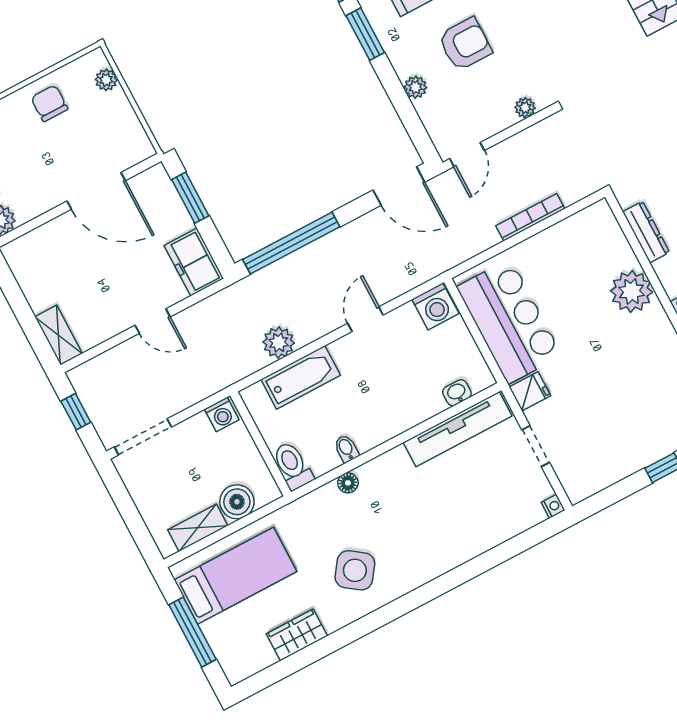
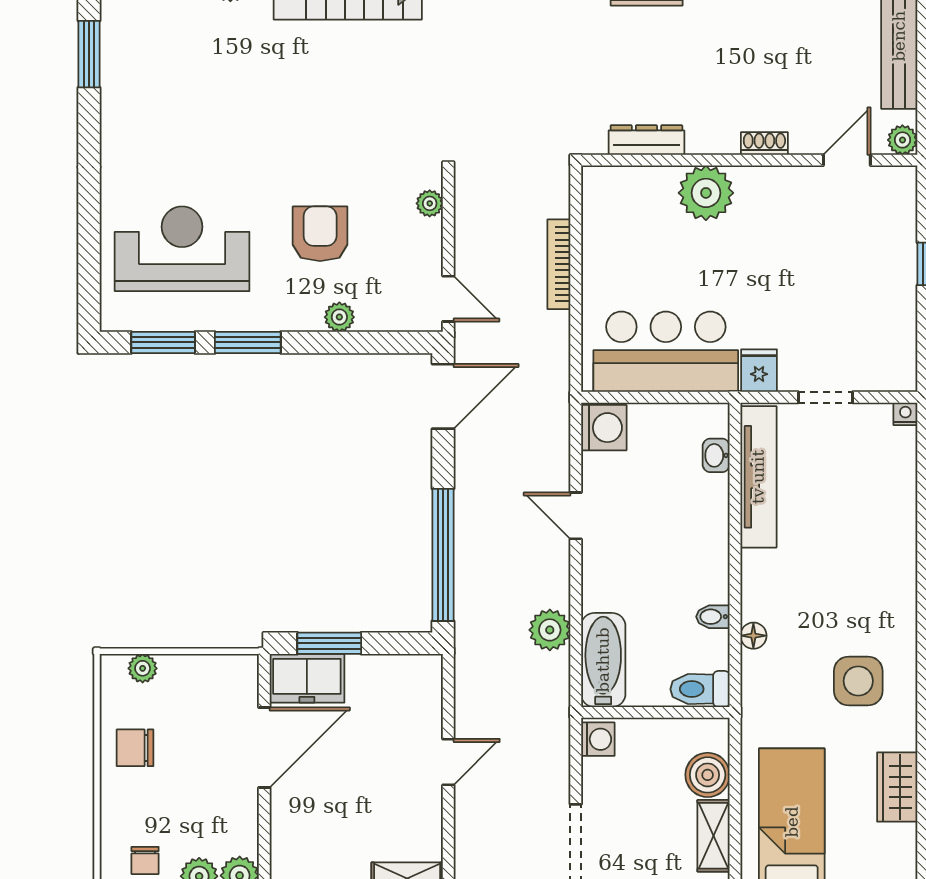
freezer: (194, 262) -> (307, 678), moved
bathtub: (301, 377) -> (603, 660), moved
side table: (355, 570) -> (858, 681), turned -36

